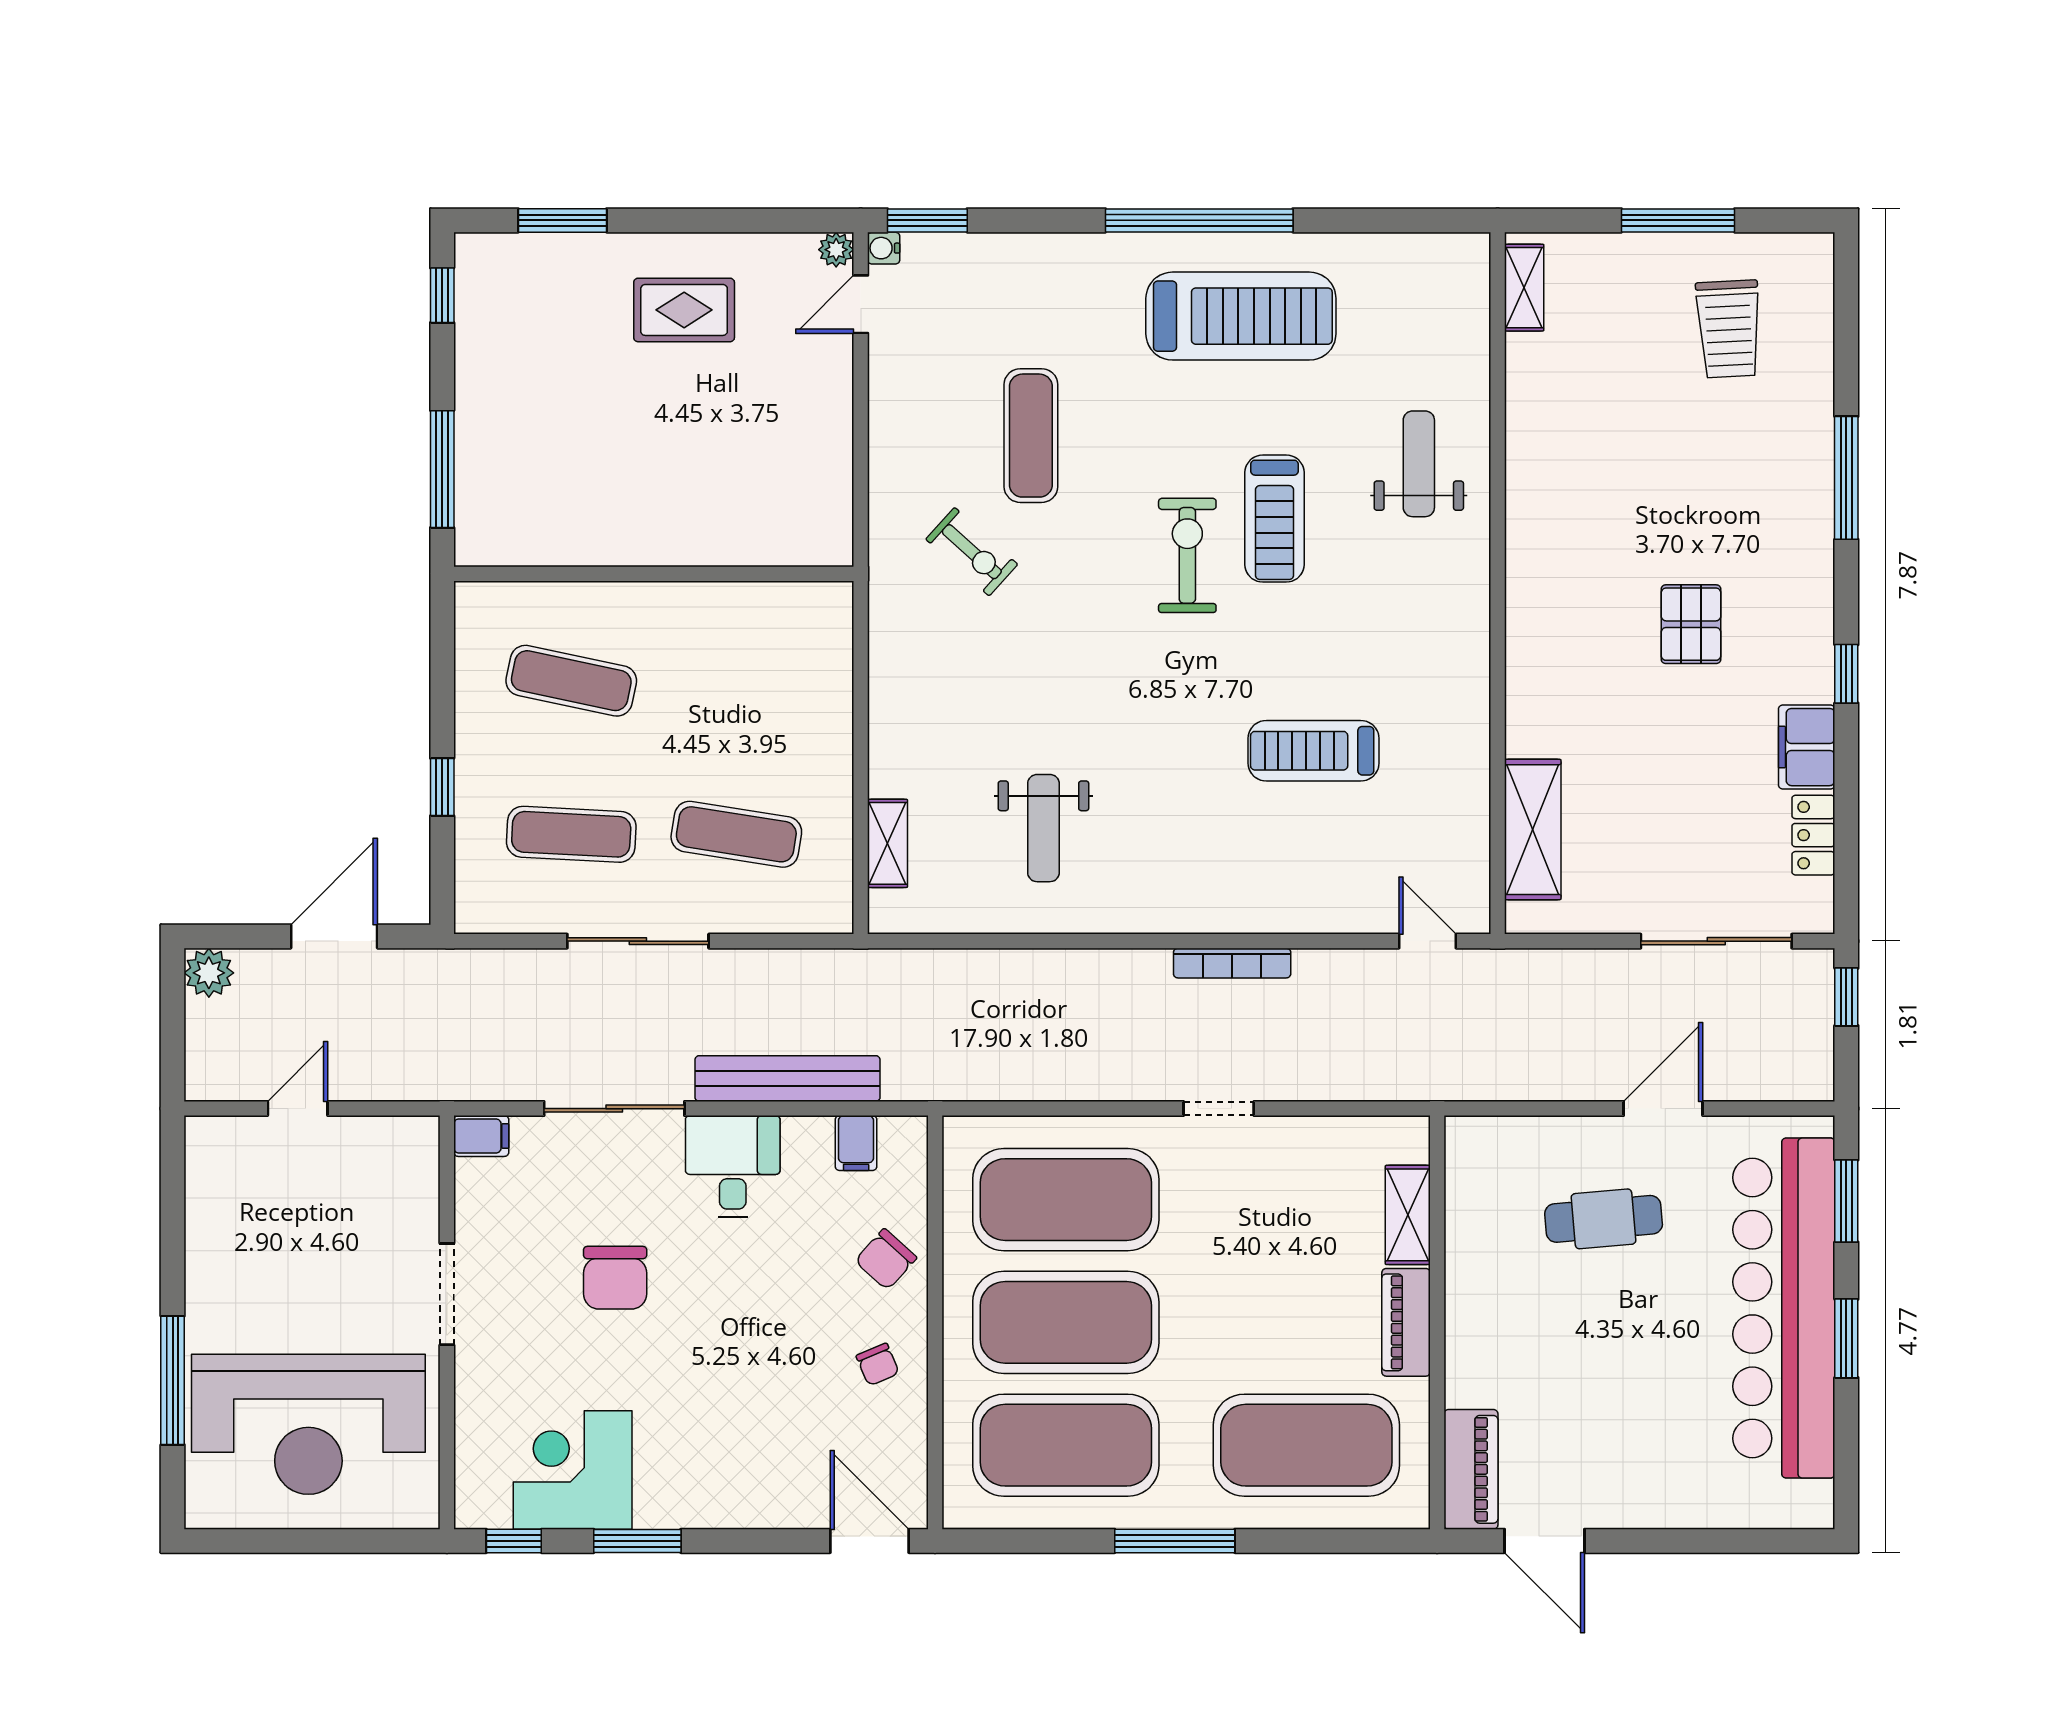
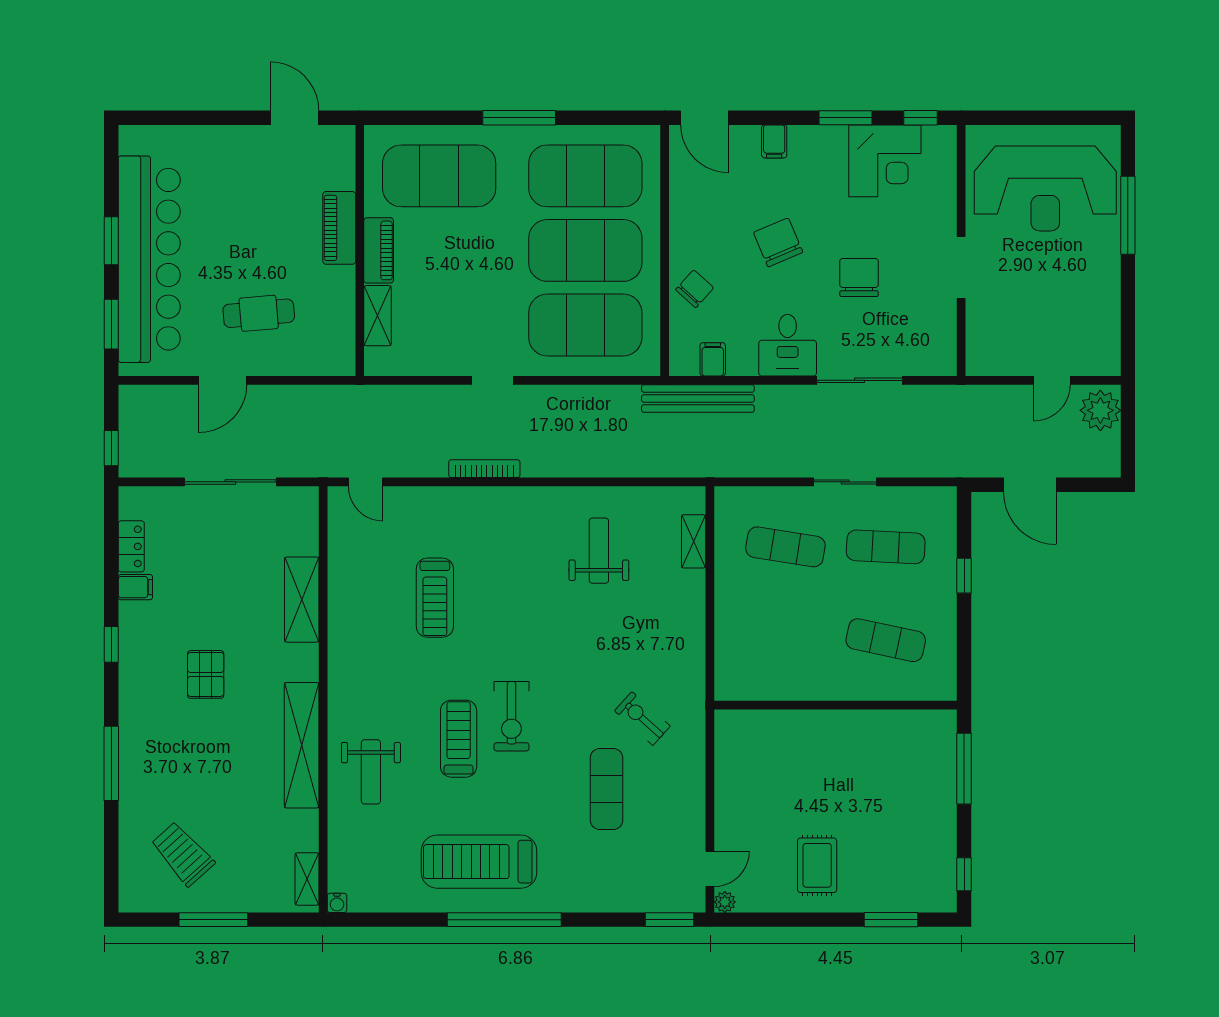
water cooler: (884, 248) -> (337, 903), moved, turned 90
rug: (684, 310) -> (817, 865), turned 90
trolley: (1729, 329) -> (183, 854), turned -39
shelving: (1533, 508) -> (302, 745), added
filing cabinet: (1807, 747) -> (135, 587), width x0.50
treadmill: (1314, 751) -> (435, 598), turned 90
shelving: (1533, 830) -> (302, 600), moved
door: (334, 936) -> (1030, 485), hinge flipped
sliding door: (638, 941) -> (845, 482), width x0.73
sliding door: (1716, 941) -> (230, 482), moved
plant: (209, 973) -> (1100, 410), moved, width x1.36, depth x1.36
bench: (788, 1079) -> (698, 399), moved
filing cabinet: (481, 1136) -> (774, 141), moved, turned -90
chair: (878, 1364) -> (778, 242), moved, width x1.87, depth x1.87
reception desk: (308, 1424) -> (1045, 189), turned 180
piano: (1471, 1469) -> (339, 228), moved

